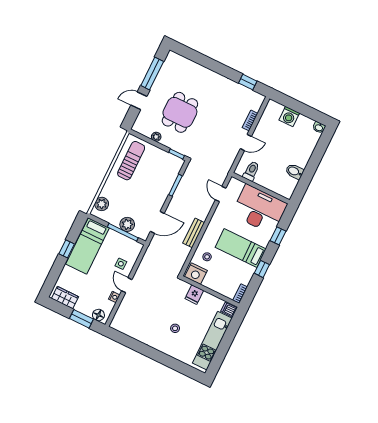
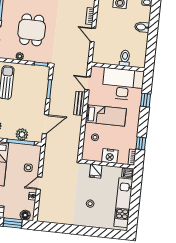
door: (246, 142) -> (93, 35), swing flipped
toilet: (251, 171) -> (125, 58), moved
bidet: (295, 171) -> (142, 27), moved
bench: (194, 233) -> (79, 103), moved
bed: (241, 248) -> (106, 115), moved, turned 180
window: (262, 269) -> (141, 143), moved
nightstand: (196, 274) -> (110, 156), moved
door: (127, 285) -> (39, 183), hinge flipped

